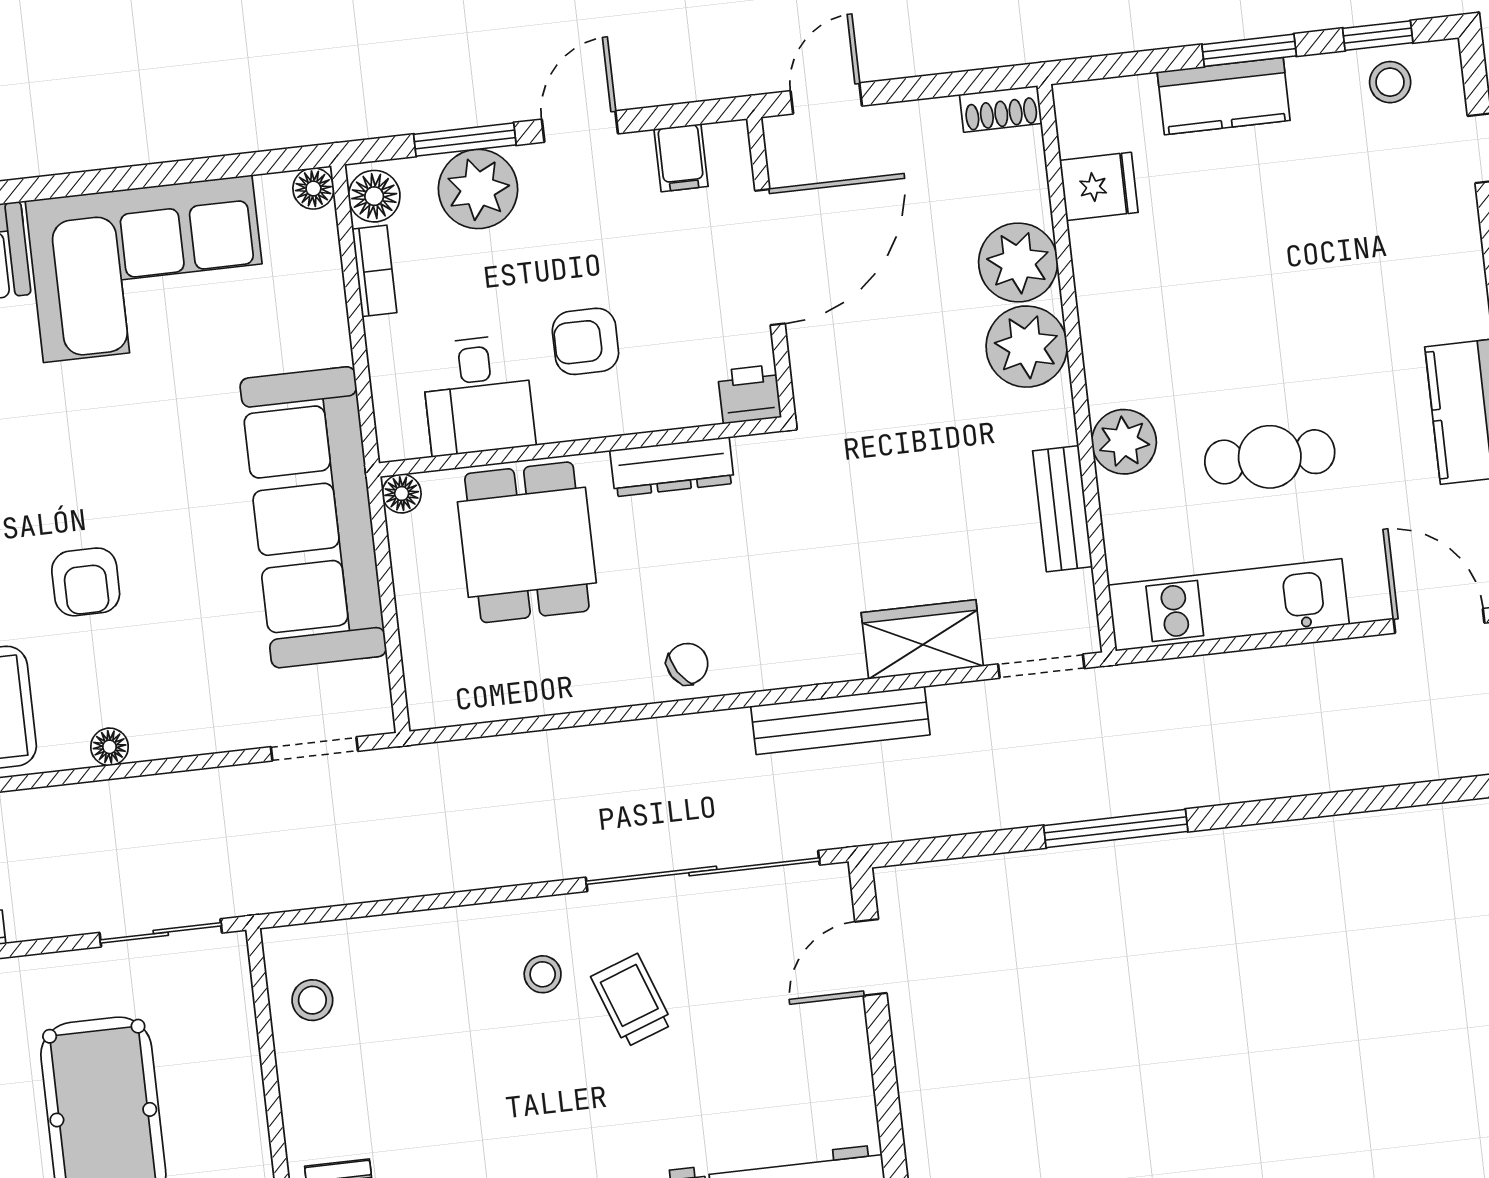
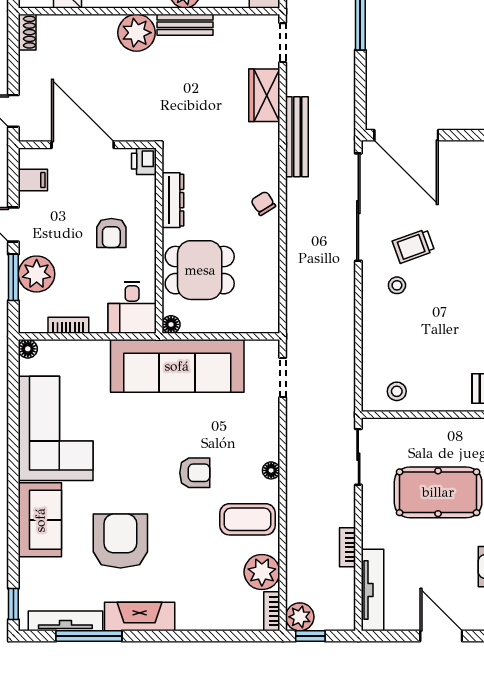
floor lamp: (374, 196) -> (34, 322), removed
plant: (1018, 262) -> (98, 32), removed
desk: (478, 395) -> (132, 307), moved, turned 90
bench: (1063, 509) -> (185, 25), moved
door: (871, 957) -> (406, 135), width x1.88

